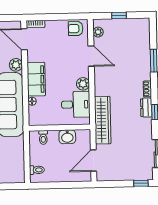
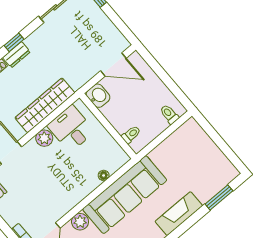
filing cabinet: (36, 79) -> (78, 189), removed
wardrobe: (103, 120) -> (45, 105), moved
washbasin: (67, 137) -> (98, 96), moved

